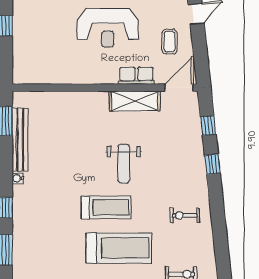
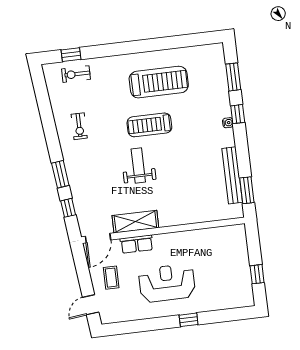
window: (212, 164) -> (60, 174), width x1.50
water cooler: (18, 178) -> (228, 123), moved
exercise bike: (185, 215) -> (79, 126), turned 90
treadmill: (119, 248) -> (159, 82), moved, turned 180

